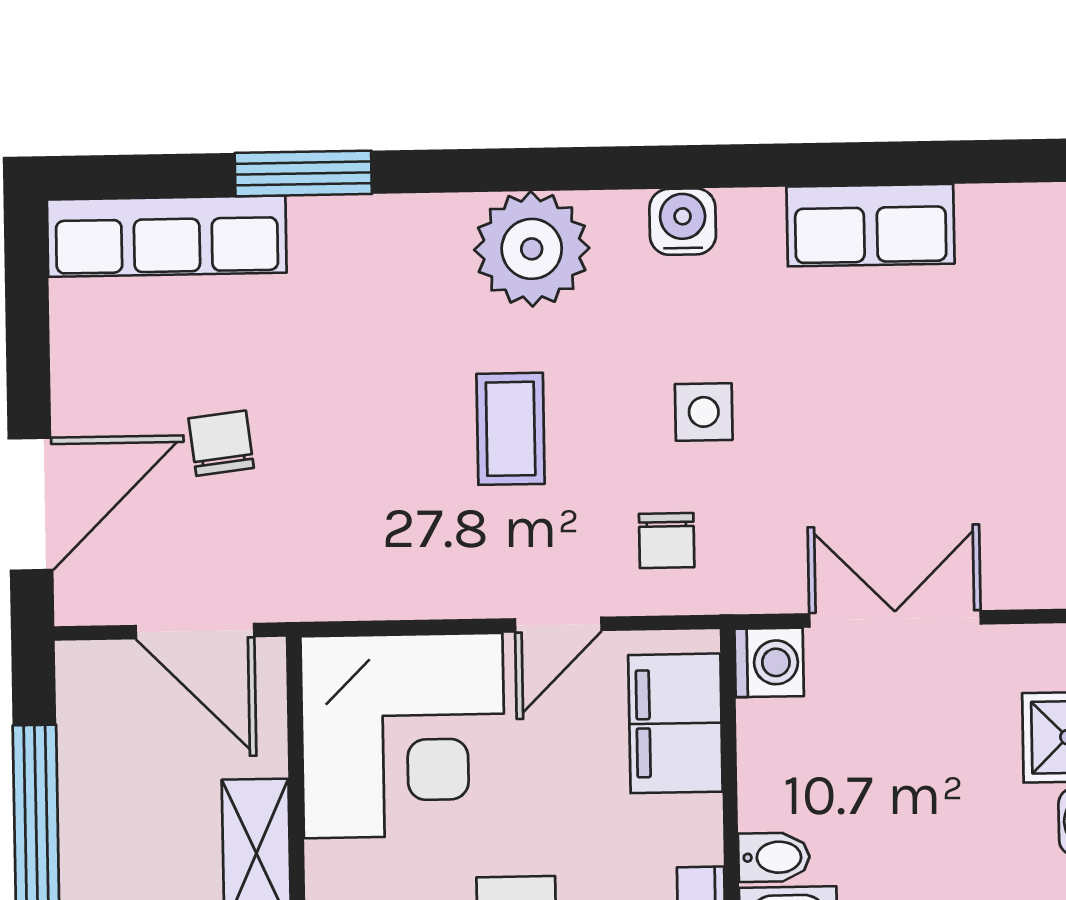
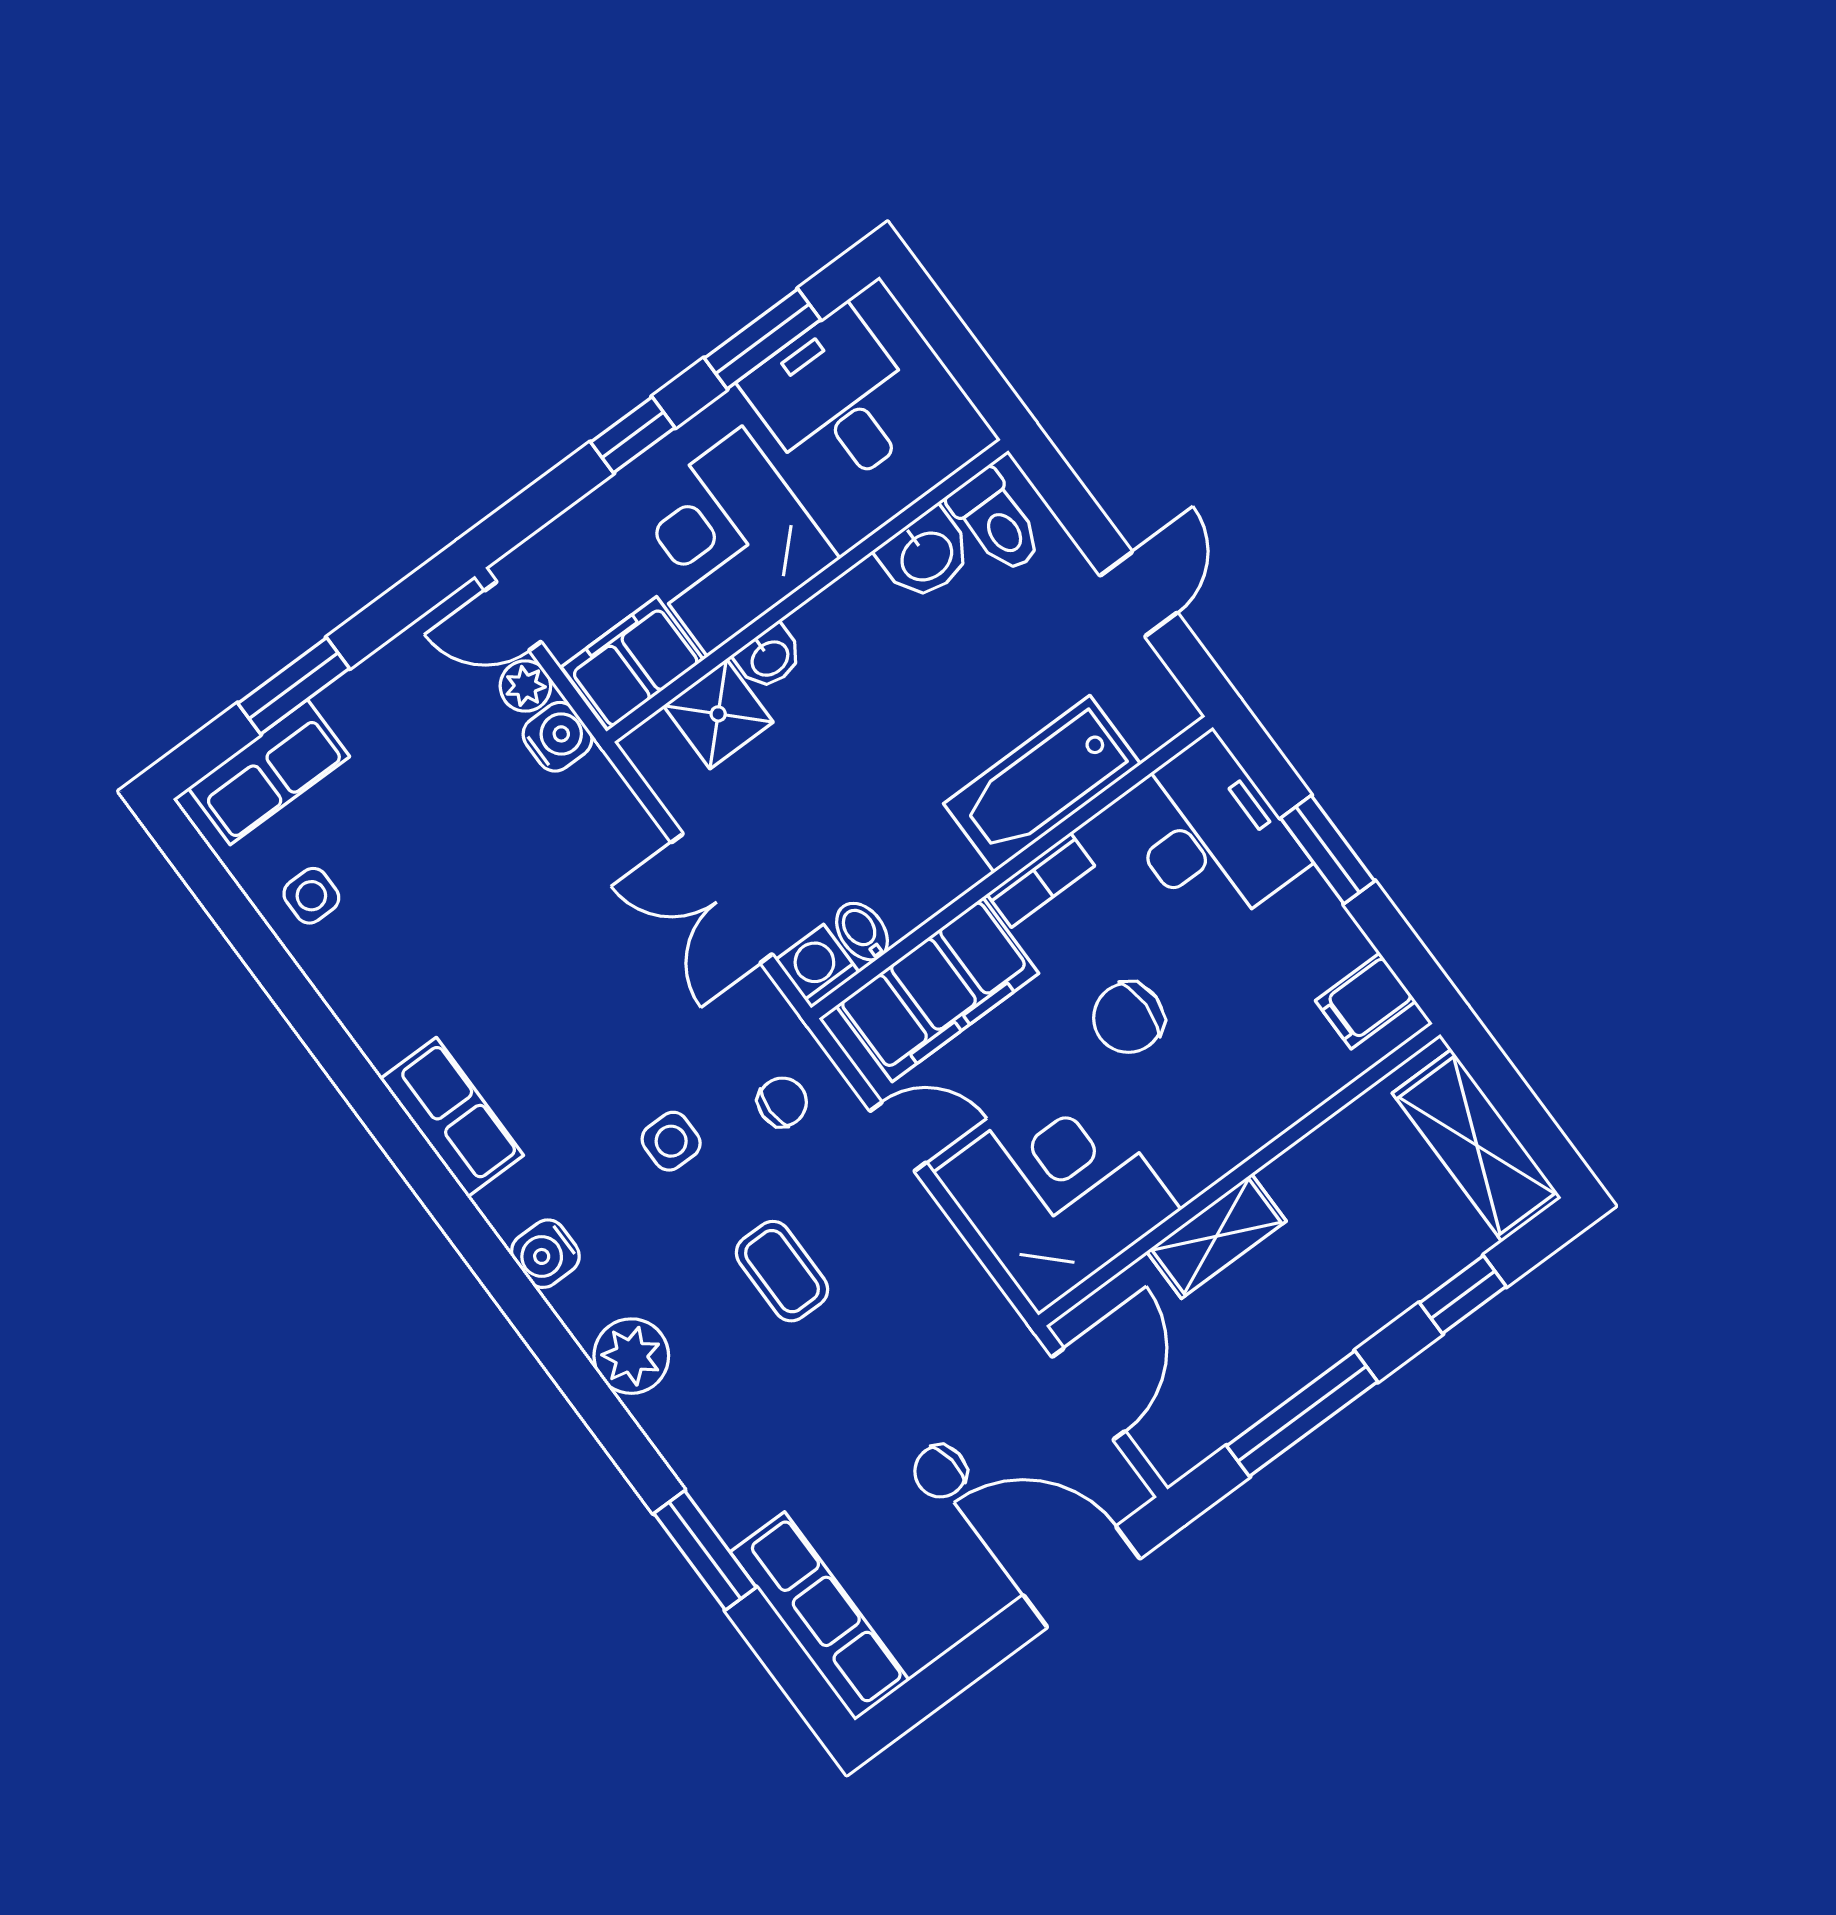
plant: (532, 249) -> (631, 1356), width x0.73, depth x0.73
coffee table: (511, 429) -> (782, 1271), turned 90
filing cabinet: (675, 723) -> (937, 990), width x1.50, depth x1.17
bidet: (774, 857) -> (862, 932), moved

